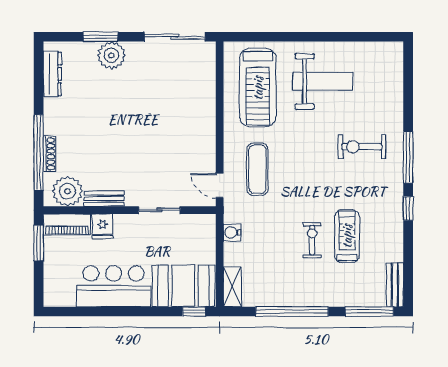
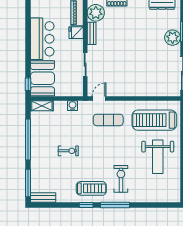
treadmill: (347, 236) -> (91, 188), moved

